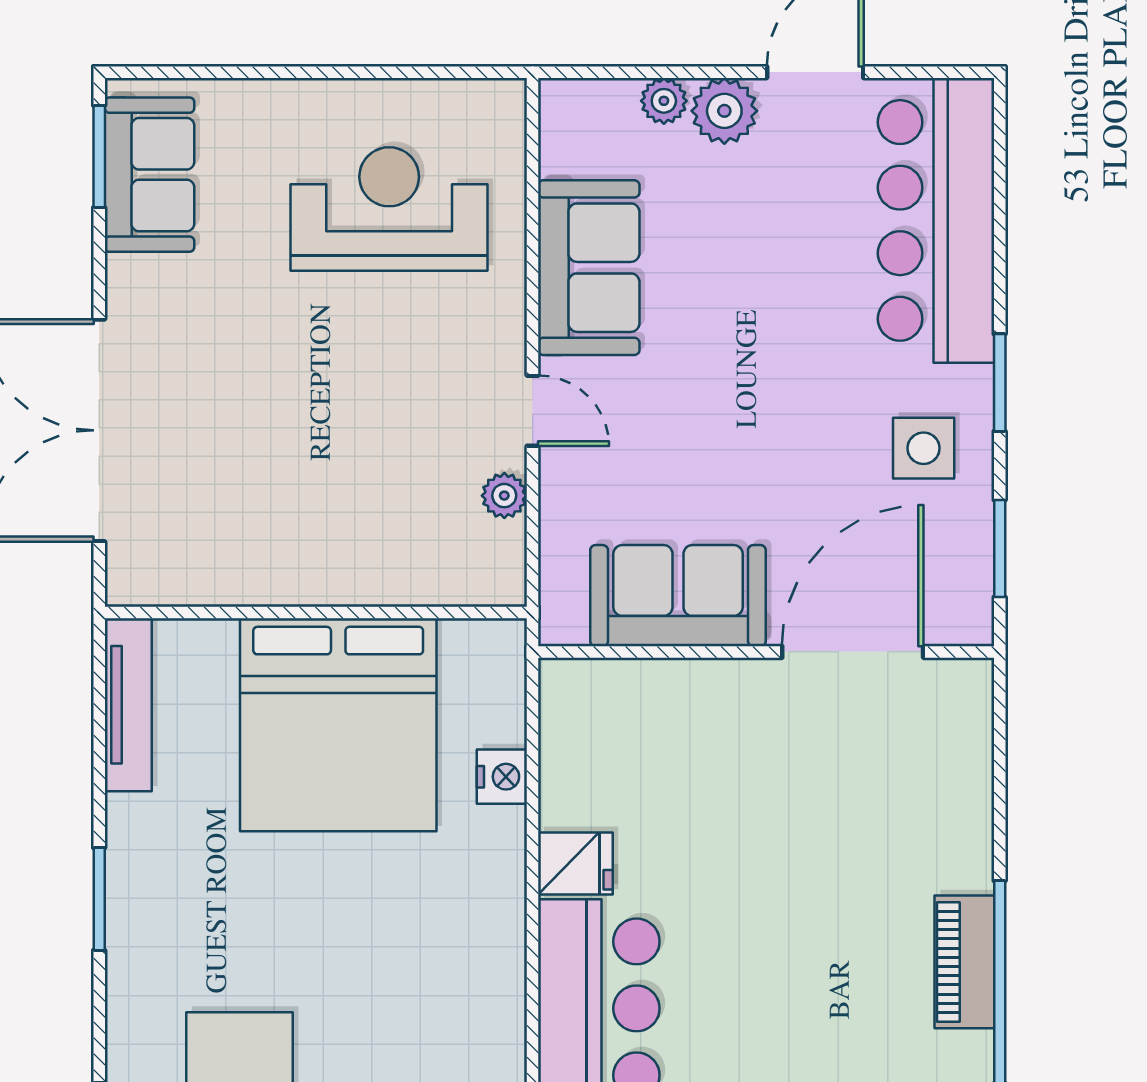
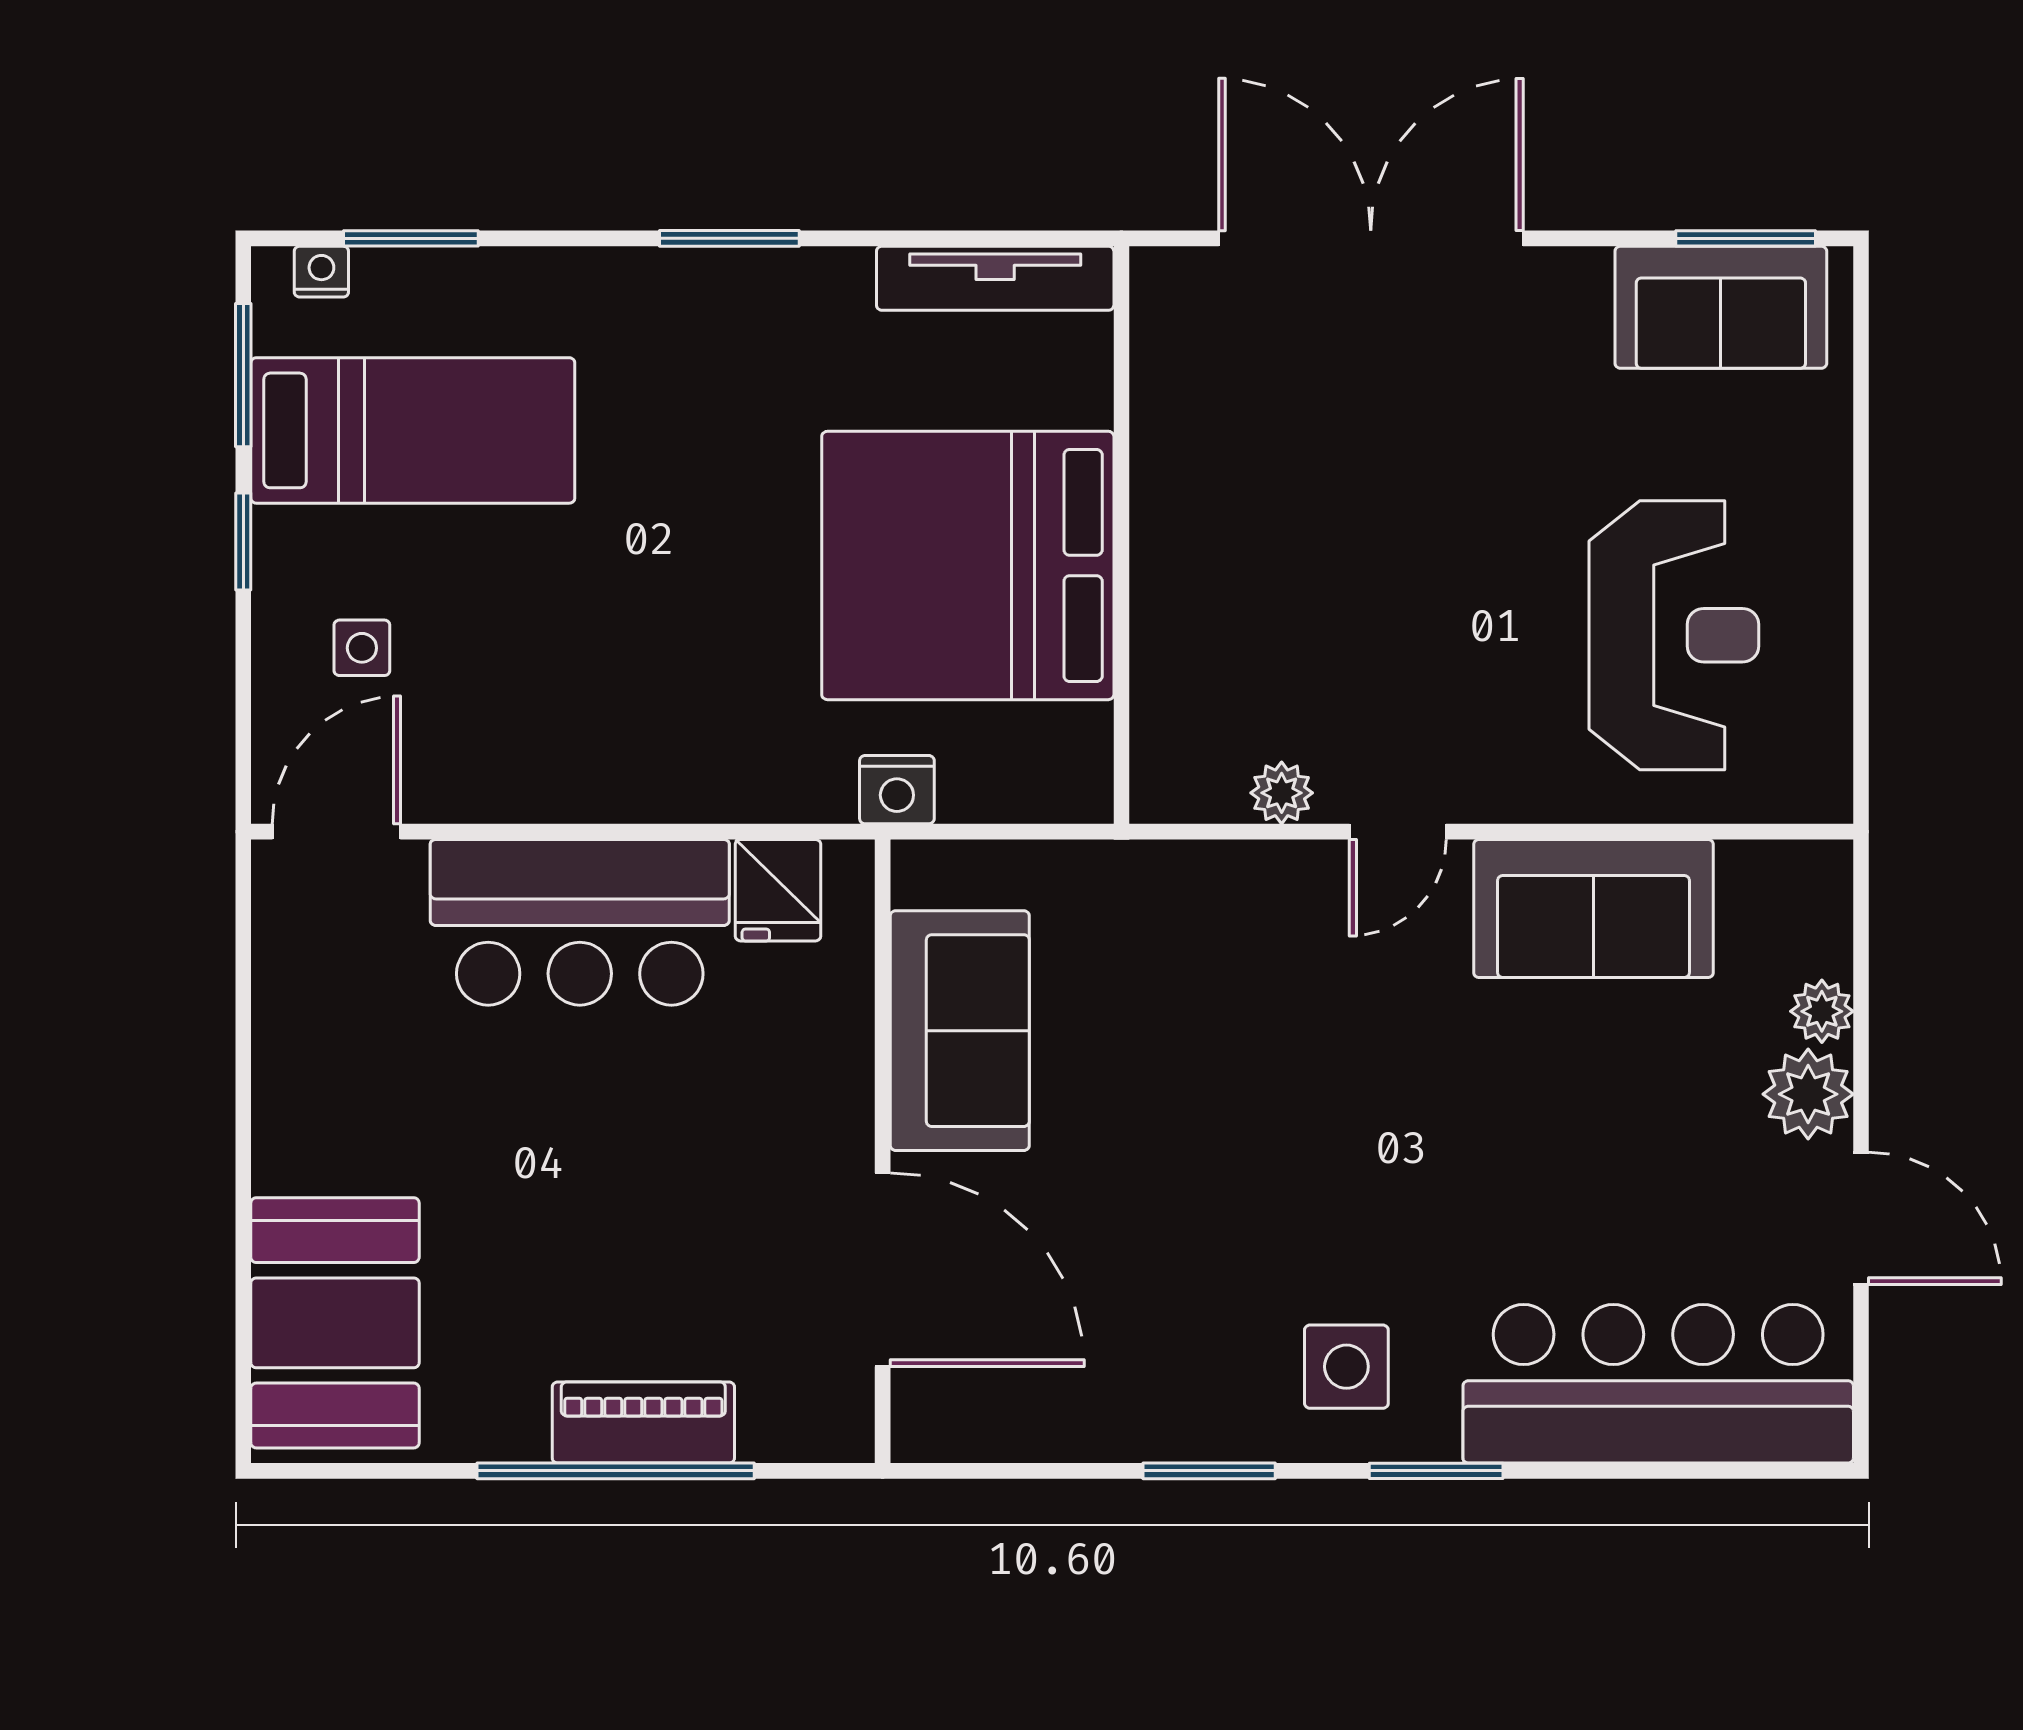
sofa: (678, 596) -> (960, 1031), moved
wall: (766, 652) -> (883, 1151), moved
door: (853, 652) -> (883, 1270), moved

